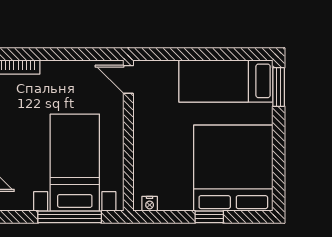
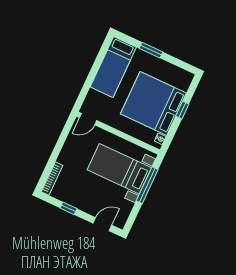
window: (279, 87) -> (151, 50), moved
bed: (233, 168) -> (153, 103), moved

